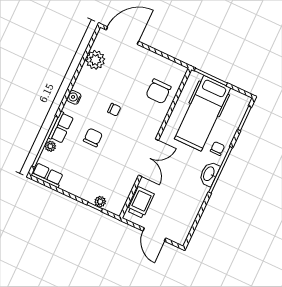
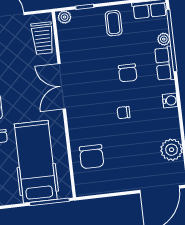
chair: (158, 91) -> (92, 157), turned 180
coffee table: (81, 181) -> (114, 23), added
plant: (100, 202) -> (65, 17), moved

